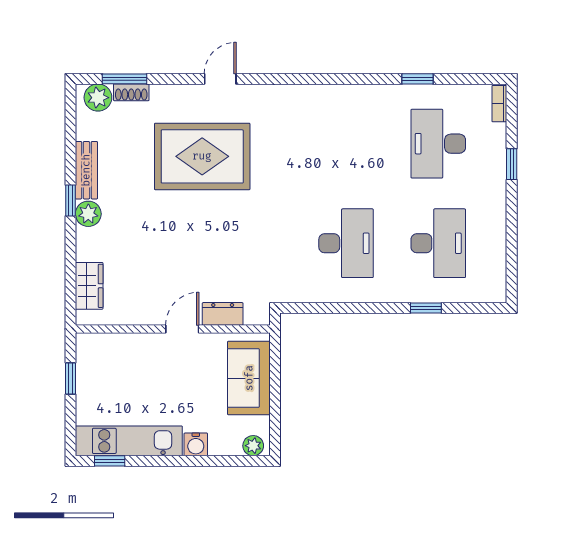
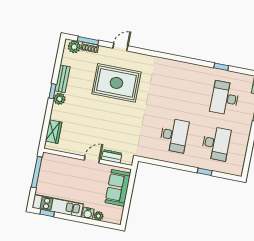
door: (220, 79) -> (120, 47), moved
window: (71, 378) -> (37, 172), width x2.17
plant: (253, 446) -> (98, 216), moved

